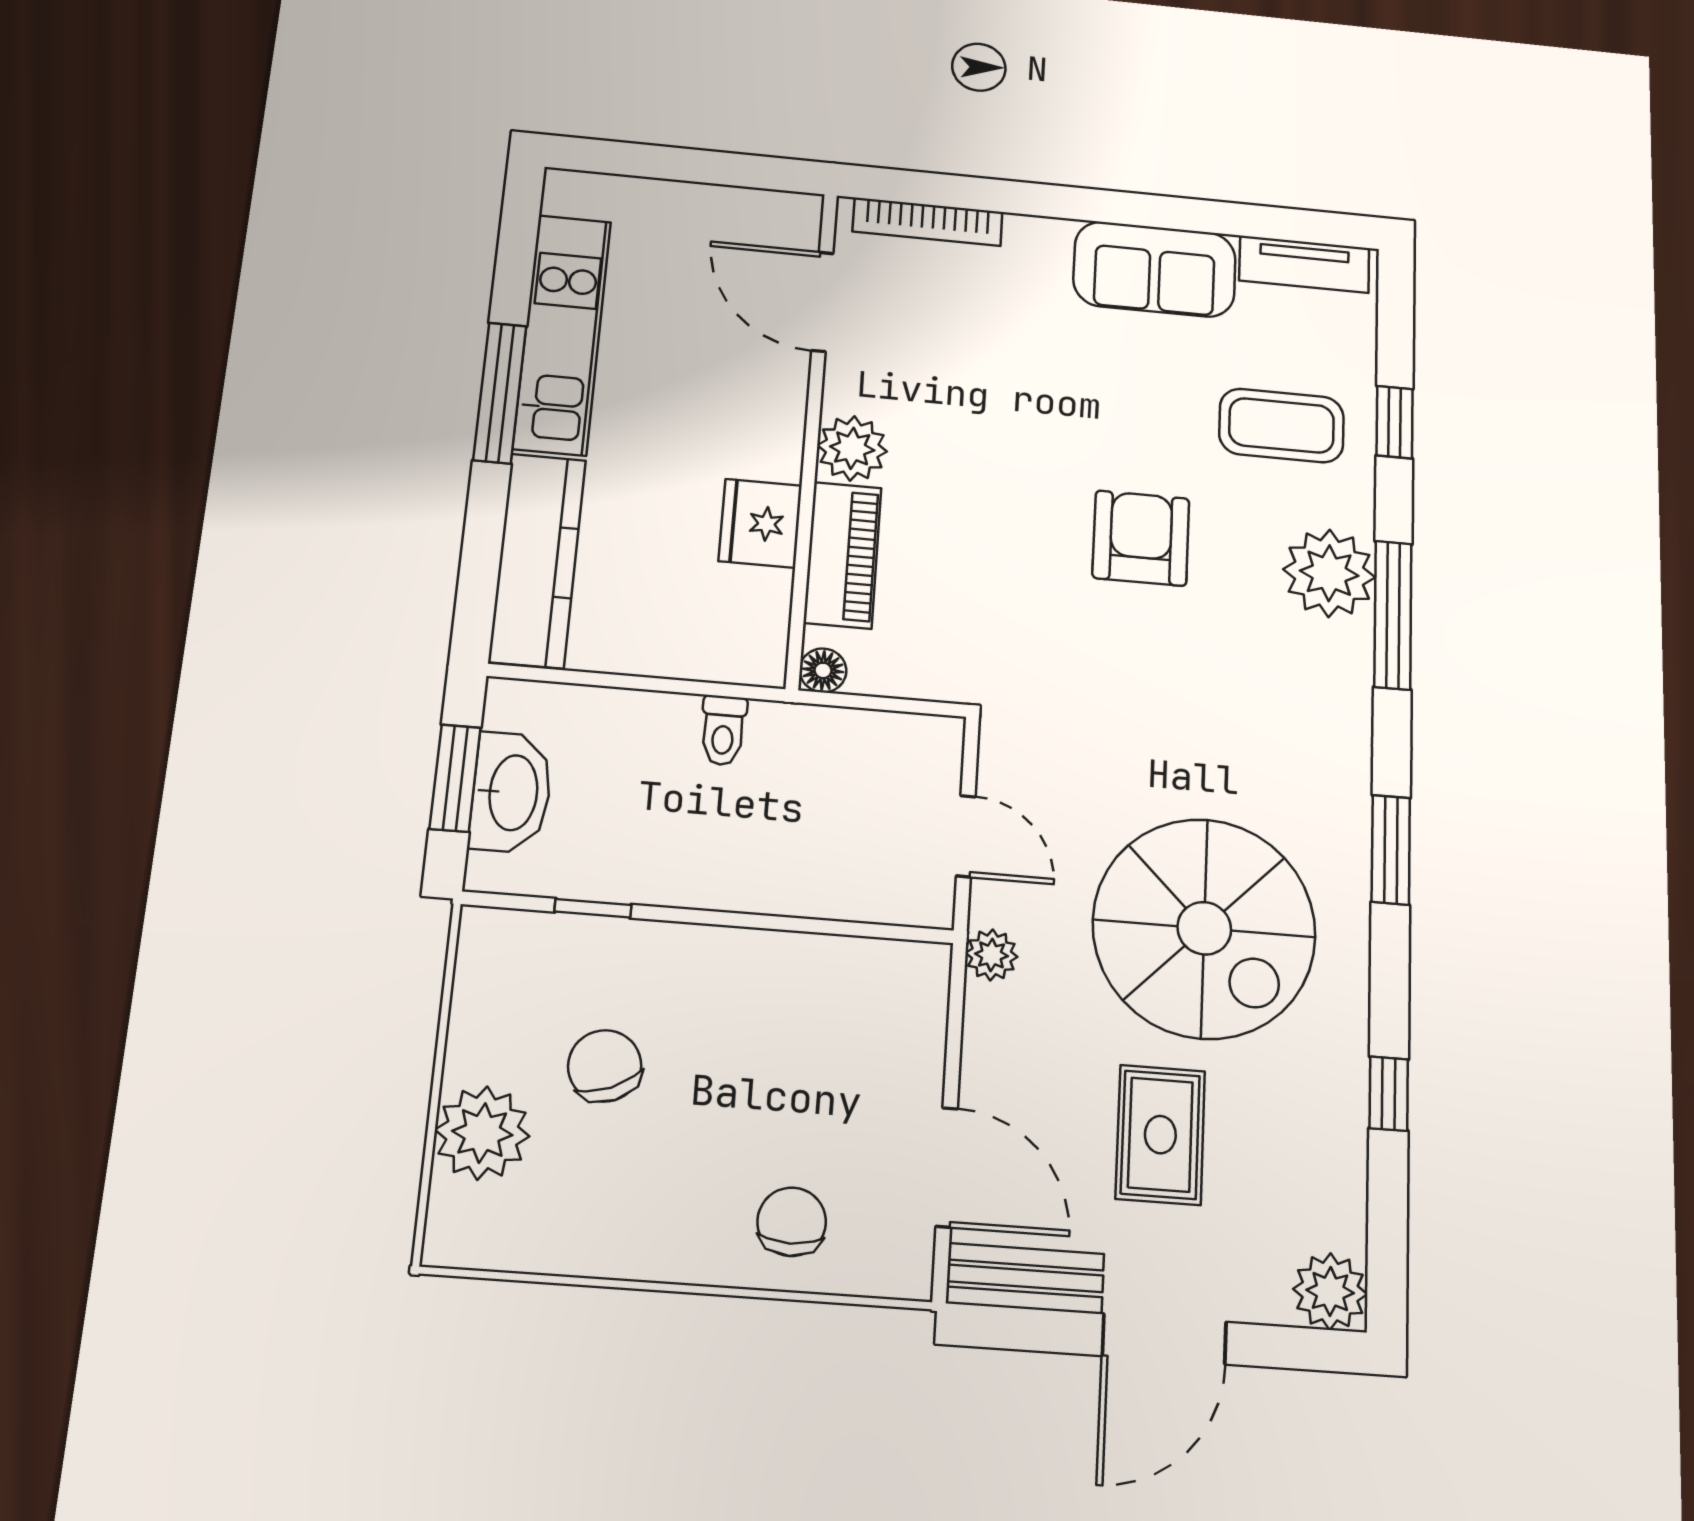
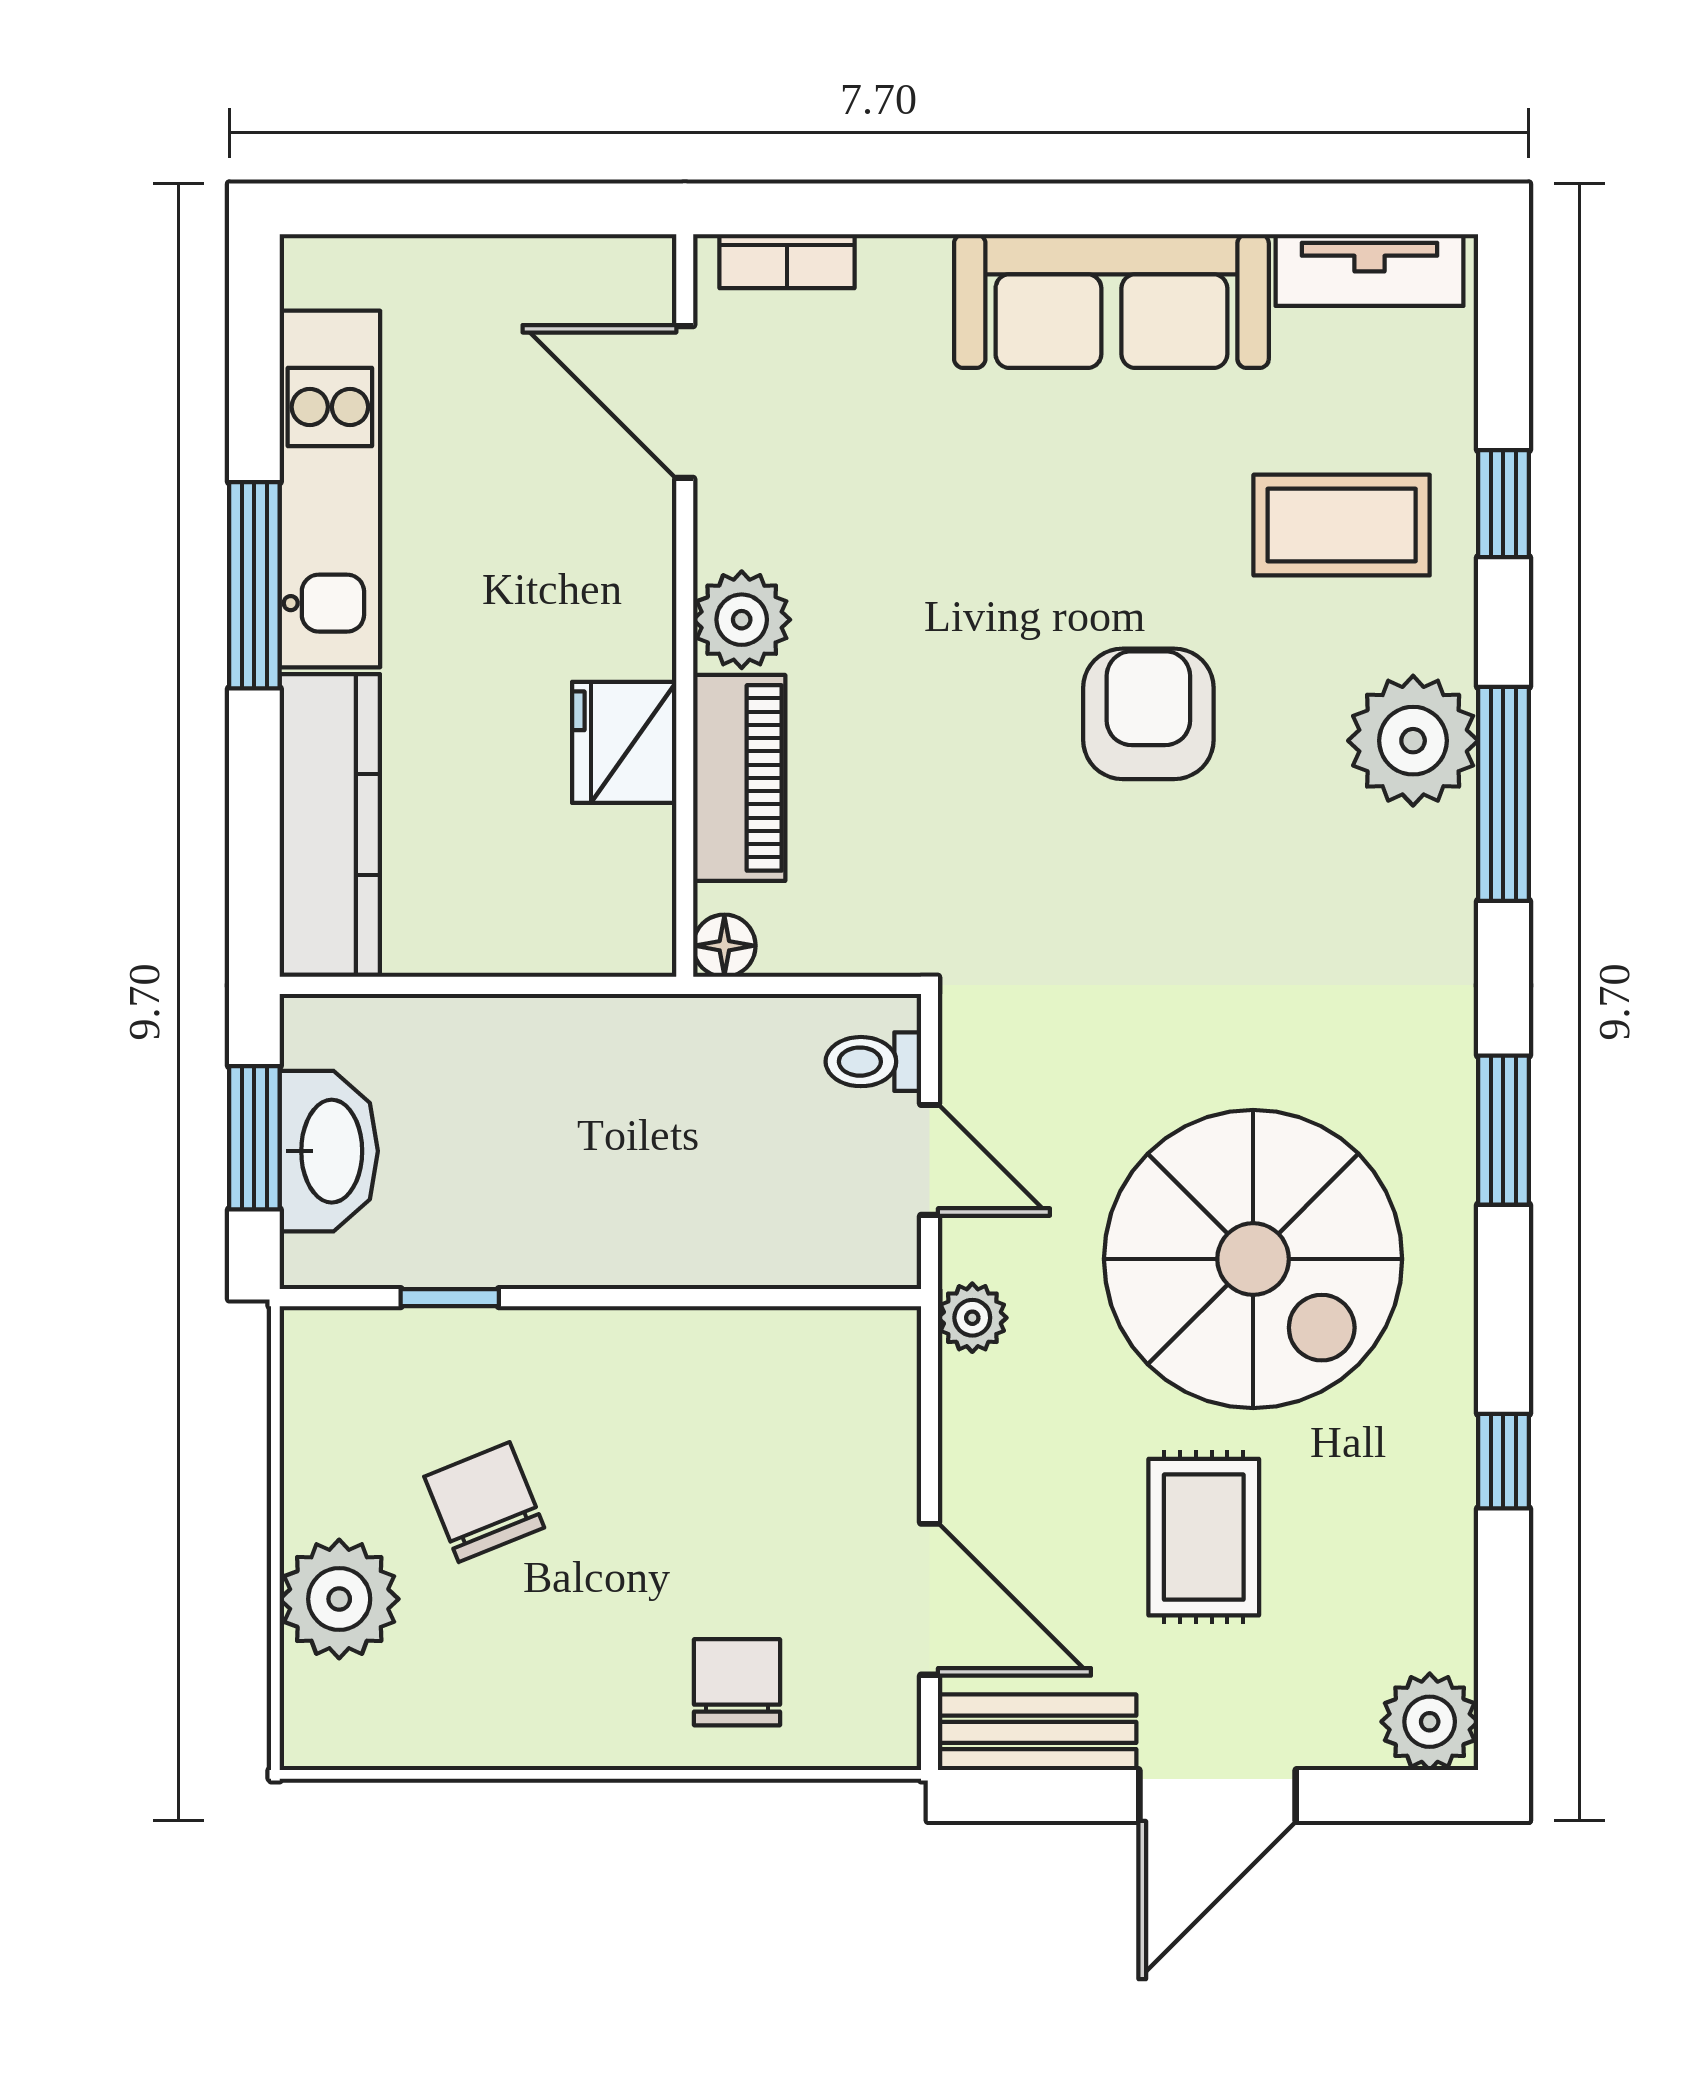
bookcase: (928, 222) -> (787, 261), width x0.64
sofa: (1155, 269) -> (1111, 301), width x1.36
toilet: (723, 730) -> (873, 1062), moved, turned 90

